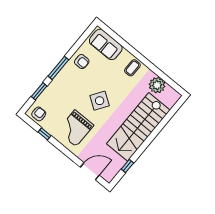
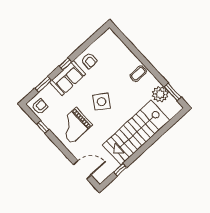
sofa: (106, 44) -> (68, 78), moved, turned -90
window: (58, 68) -> (65, 64), width x0.46
window: (169, 81) -> (173, 92), added

